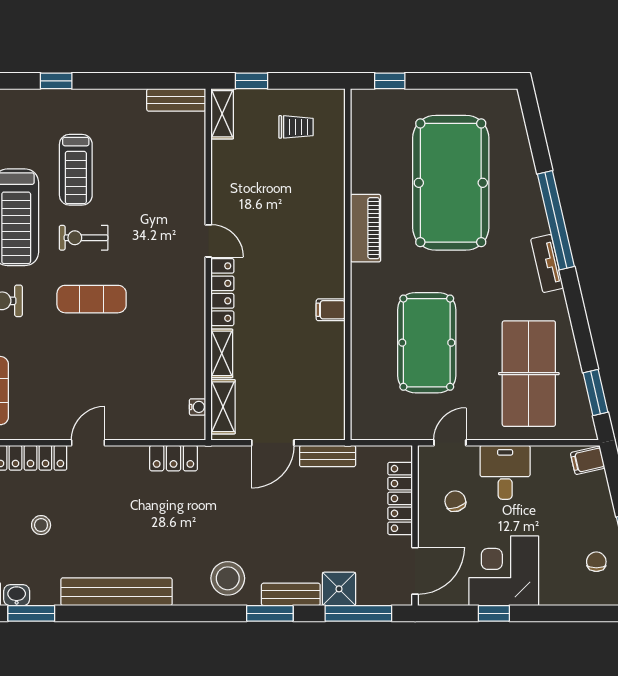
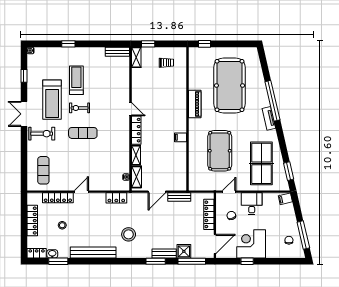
treadmill: (76, 170) -> (76, 80), turned 180
stool: (228, 578) -> (129, 234), moved

